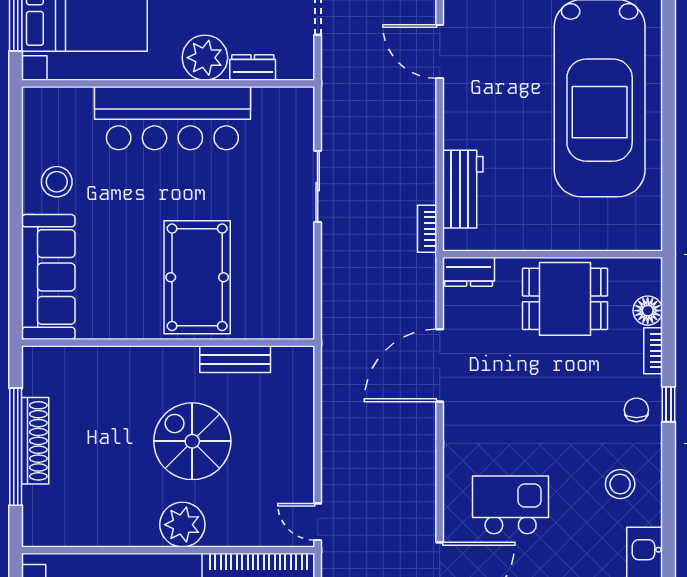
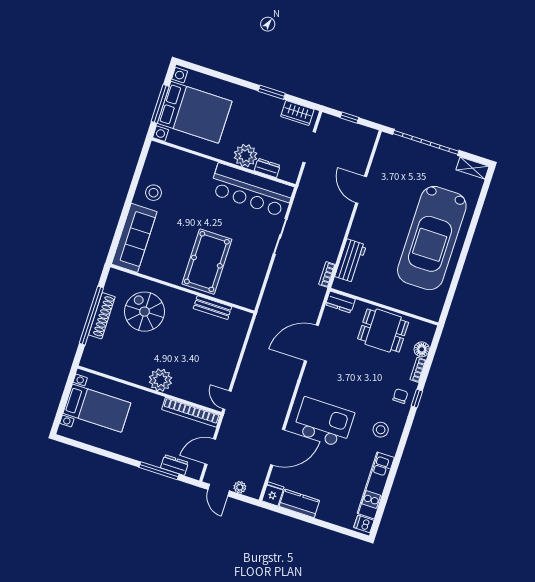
bar counter: (172, 118) -> (251, 190), moved
spiral stairs: (192, 441) -> (145, 312), moved
kitchen island: (511, 505) -> (324, 422), width x1.37, depth x1.28

